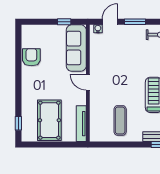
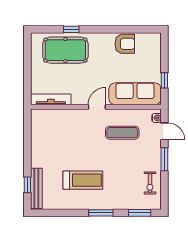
pool table: (49, 120) -> (65, 50), moved
exercise mat: (120, 120) -> (122, 133), moved
window: (18, 123) -> (71, 29), moved

